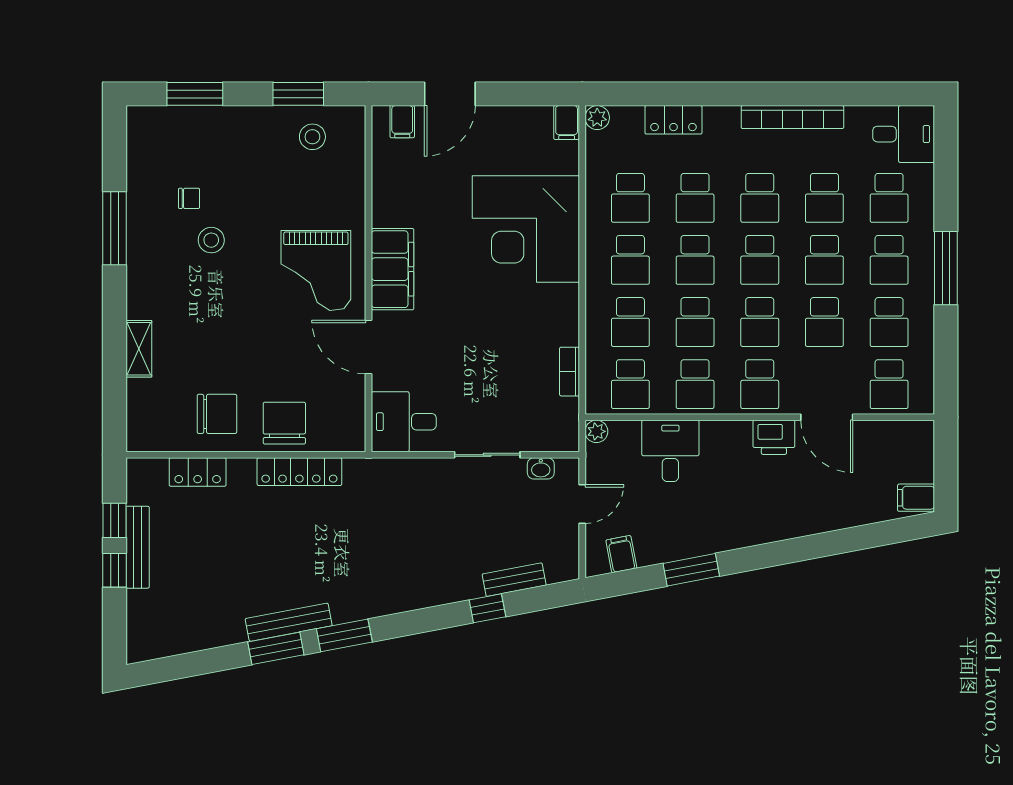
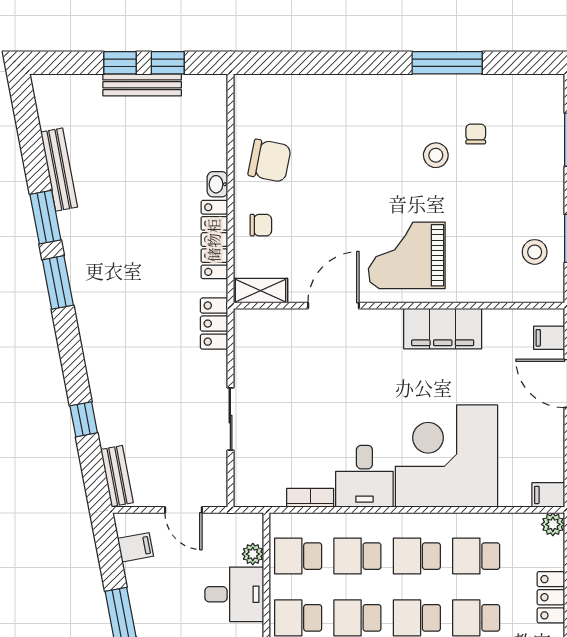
chair: (189, 198) -> (476, 134), turned 180
filing cabinet: (393, 269) -> (443, 329), moved
shelving: (139, 349) -> (260, 291), moved
chair: (217, 414) -> (270, 161), turned -79
desk: (404, 422) -> (364, 476), moved, turned 180
chair: (284, 423) -> (261, 225), width x0.54, depth x0.54
plant: (596, 431) -> (253, 554), moved
washbasin: (541, 468) -> (217, 184), moved
locker: (198, 472) -> (214, 324), moved
bench: (514, 580) -> (117, 476), moved
bench: (289, 622) -> (59, 170), moved

